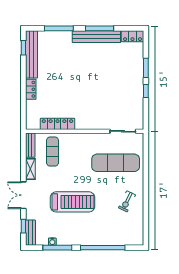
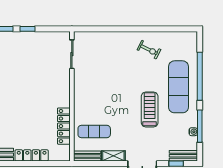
locker: (31, 89) -> (32, 155), width x1.53
exercise mat: (116, 163) -> (178, 87), moved
treadmill: (73, 202) -> (150, 110), width x0.73, depth x0.73

